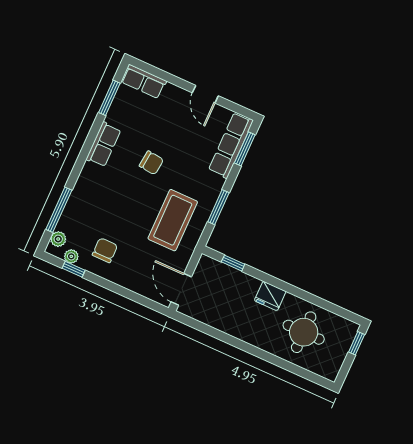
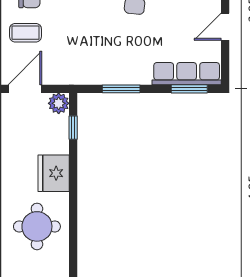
coffee table: (173, 220) -> (26, 33), moved, width x0.54, depth x0.58
plant: (207, 266) -> (59, 103), added
fridge: (270, 296) -> (54, 173), width x1.36, depth x1.34

